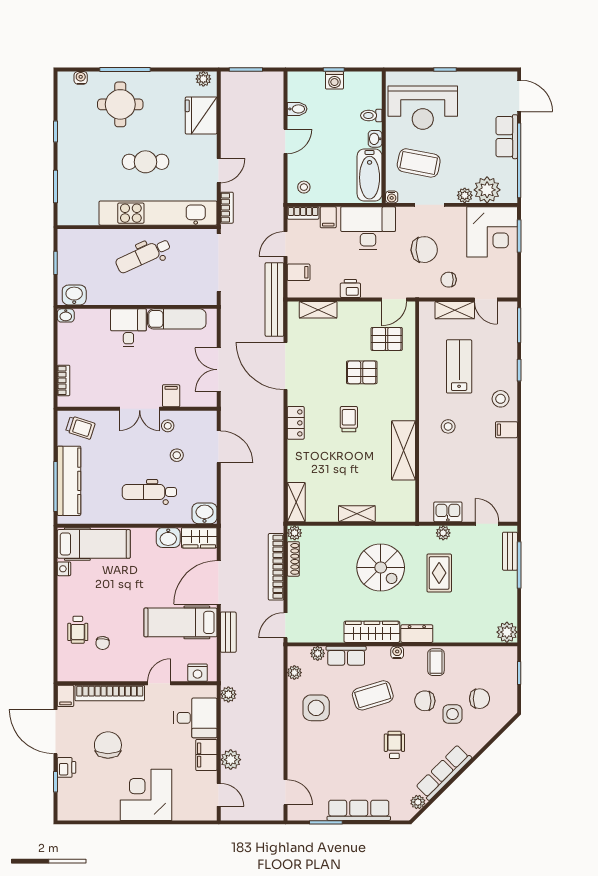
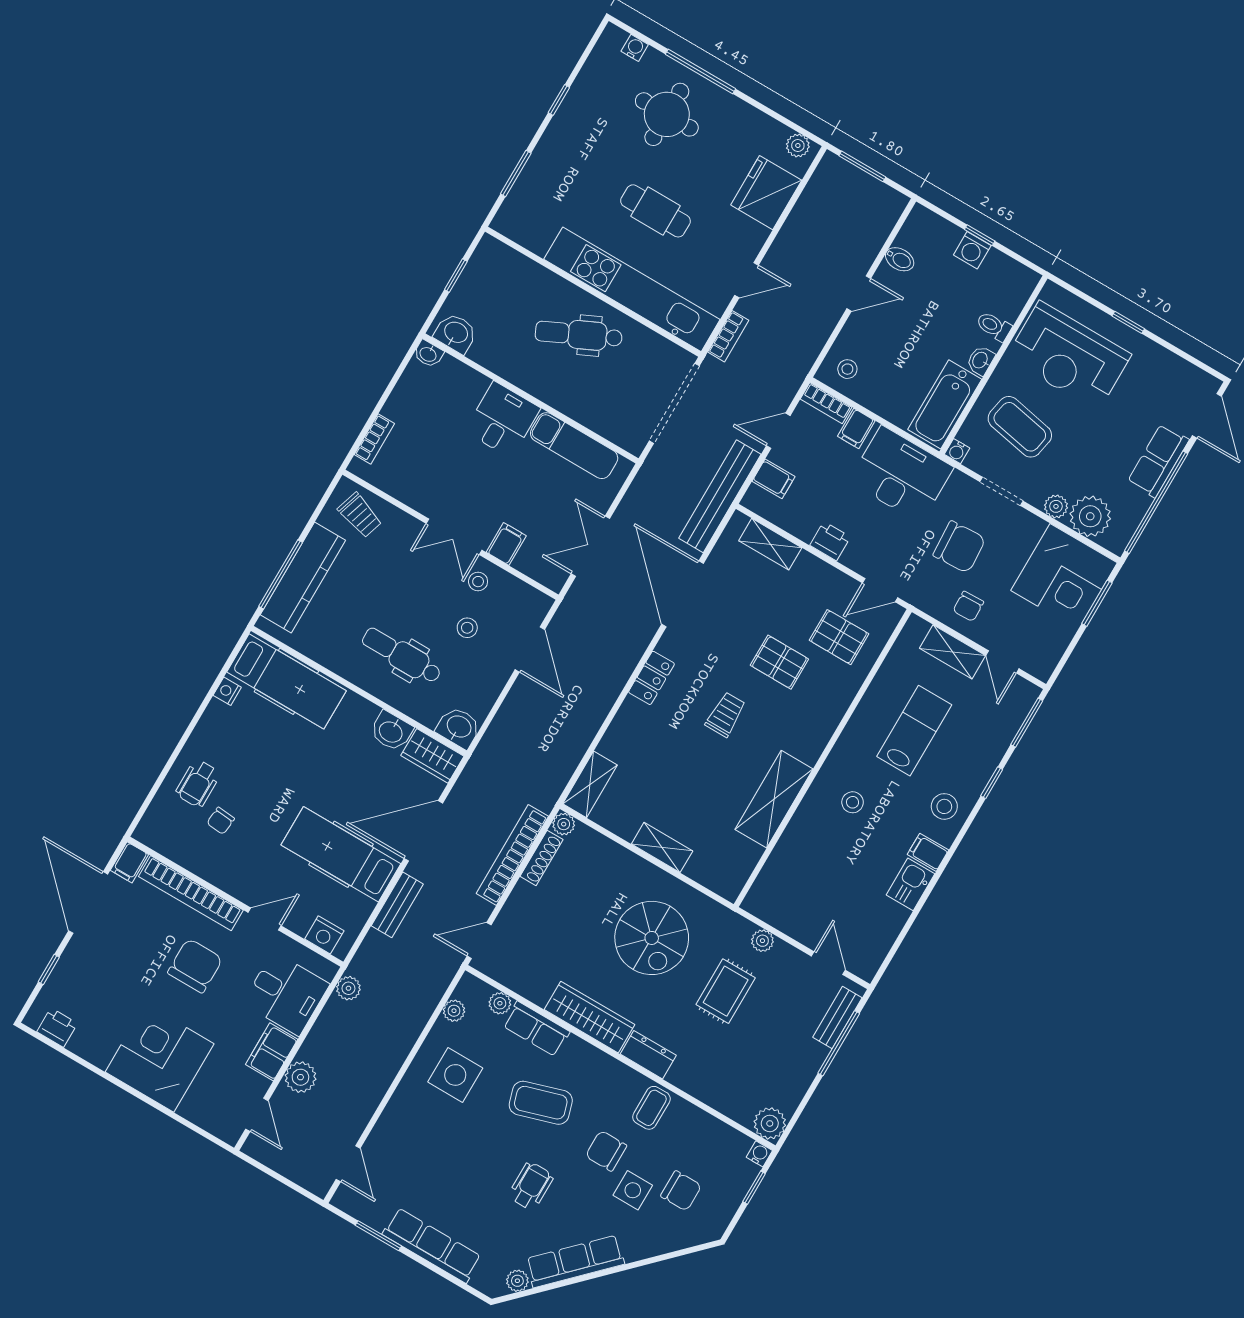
chair: (449, 280) -> (968, 606), turned -92
kitchen sink: (448, 512) -> (911, 884), moved, turned -90
water cooler: (397, 652) -> (759, 1154), moved
chair: (108, 745) -> (195, 966), moved
printer: (66, 767) -> (57, 1028), moved, turned -90

